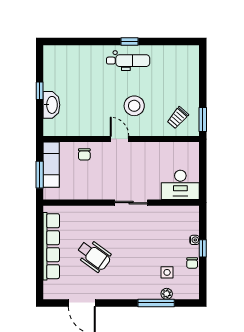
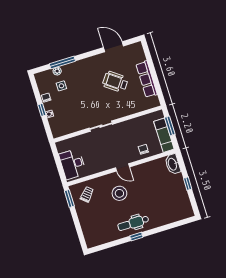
washbasin: (51, 105) -> (173, 164), moved
desk: (180, 185) -> (73, 164), moved, turned -90
row of seats: (51, 246) -> (147, 79), width x0.73

